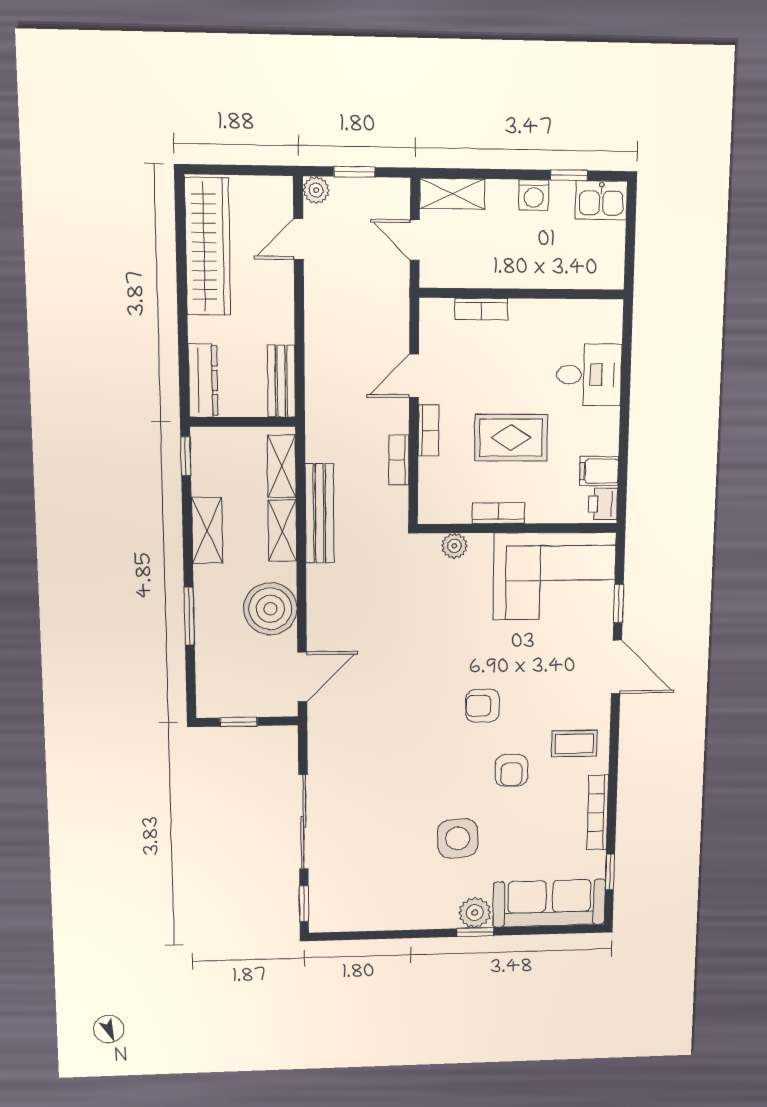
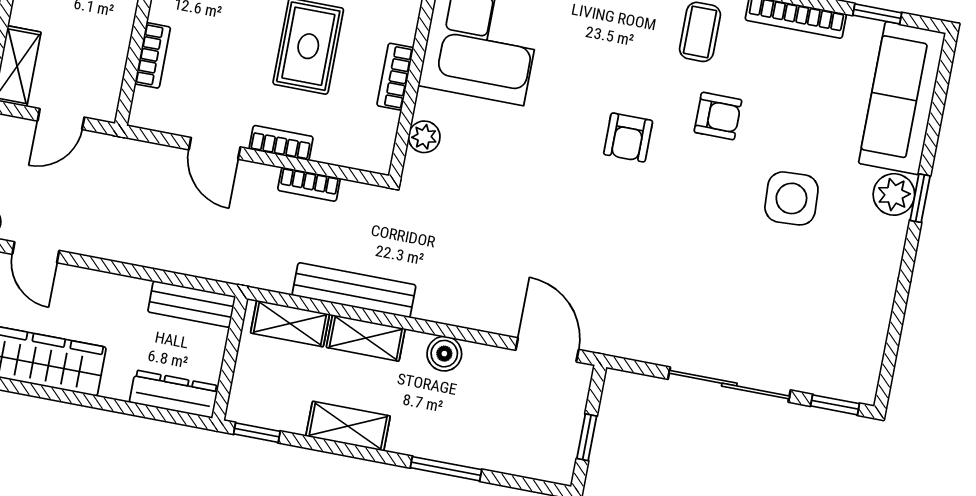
boiler: (270, 609) -> (444, 354), width x0.54, depth x0.54

